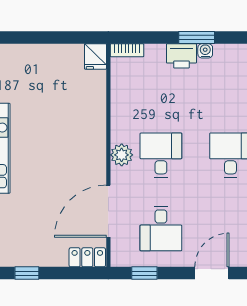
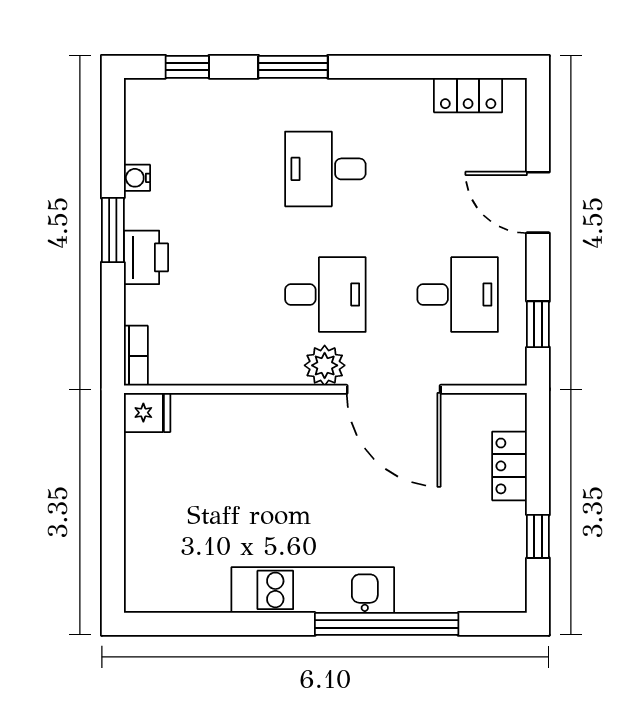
water cooler: (205, 51) -> (137, 178), moved
desk: (161, 155) -> (325, 295), turned 180
door: (108, 211) -> (394, 389), moved
locker: (87, 257) -> (510, 466), moved

